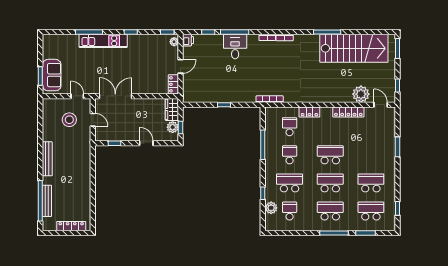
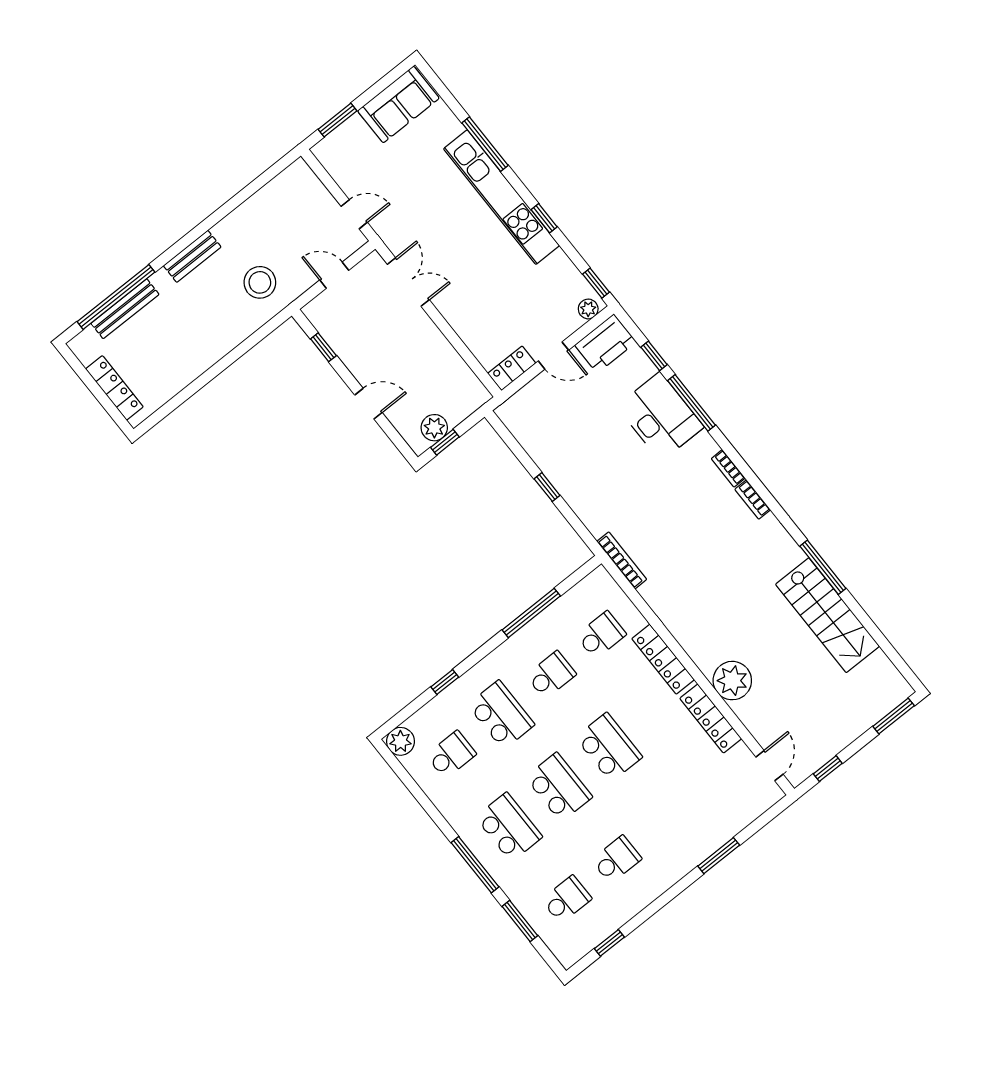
printer: (188, 40) -> (606, 343), width x1.87, depth x1.48
kitchen unit: (103, 41) -> (502, 197), width x1.36
desk: (235, 46) -> (660, 417), width x1.37
stairs: (354, 48) -> (827, 615), width x0.73, depth x0.66
sofa: (52, 75) -> (398, 104), moved
plant: (361, 94) -> (732, 681), moved
door: (77, 96) -> (354, 214), hinge flipped
double door: (115, 96) -> (408, 282), width x0.73
wardrobe: (172, 109) -> (465, 401), removed
locker: (309, 112) -> (663, 659), width x1.53
stool: (69, 120) -> (260, 282), moved
door: (93, 120) -> (334, 275), swing flipped
door: (146, 143) -> (368, 404), hinge flipped
bench: (47, 159) -> (192, 256), width x0.73
school desk: (371, 183) -> (617, 859), width x0.54
plant: (271, 208) -> (401, 741), moved
school desk: (371, 211) -> (567, 899), width x0.54

